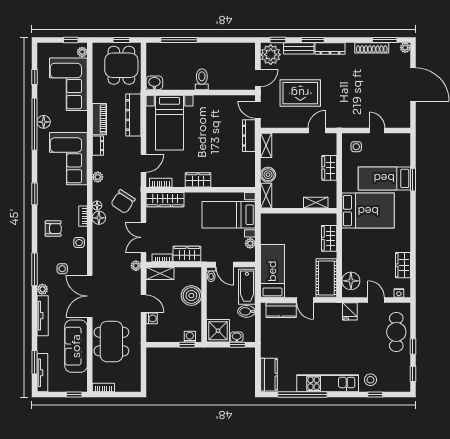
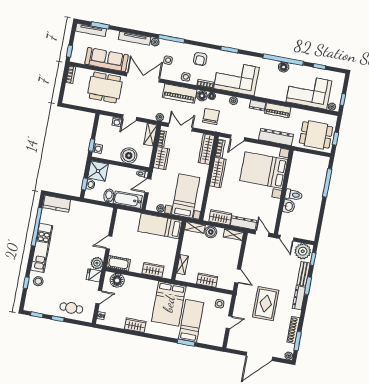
washbasin: (154, 83) -> (289, 206), moved
rug: (300, 93) -> (266, 304), moved
door: (258, 110) -> (262, 234), hinge flipped
bed with nightstands: (170, 123) -> (264, 170), width x1.36
corner sofa: (68, 159) -> (236, 78), moved
door: (144, 163) -> (237, 138), hinge flipped
wardrobe: (247, 166) -> (220, 217), added
wardrobe: (198, 180) -> (218, 173), width x1.50
chair: (123, 202) -> (211, 117), turned 57
piano: (101, 246) -> (180, 94), added
wardrobe: (403, 265) -> (135, 325), moved
bed: (272, 271) -> (160, 226), moved, turned 180
cot: (326, 278) -> (118, 263), width x0.73, depth x0.75
kitchen counter: (281, 310) -> (105, 223), removed
plant: (334, 310) -> (97, 263), added
cafe table: (396, 332) -> (71, 308), width x0.73, depth x0.74

